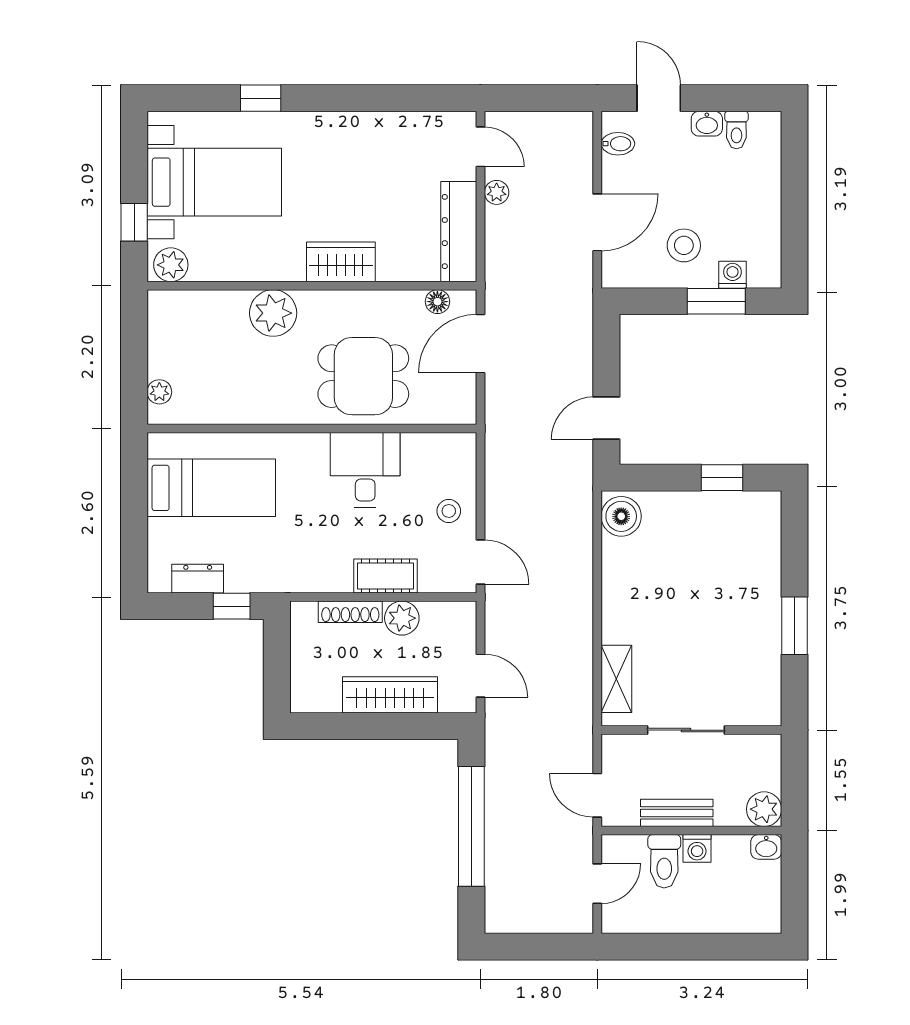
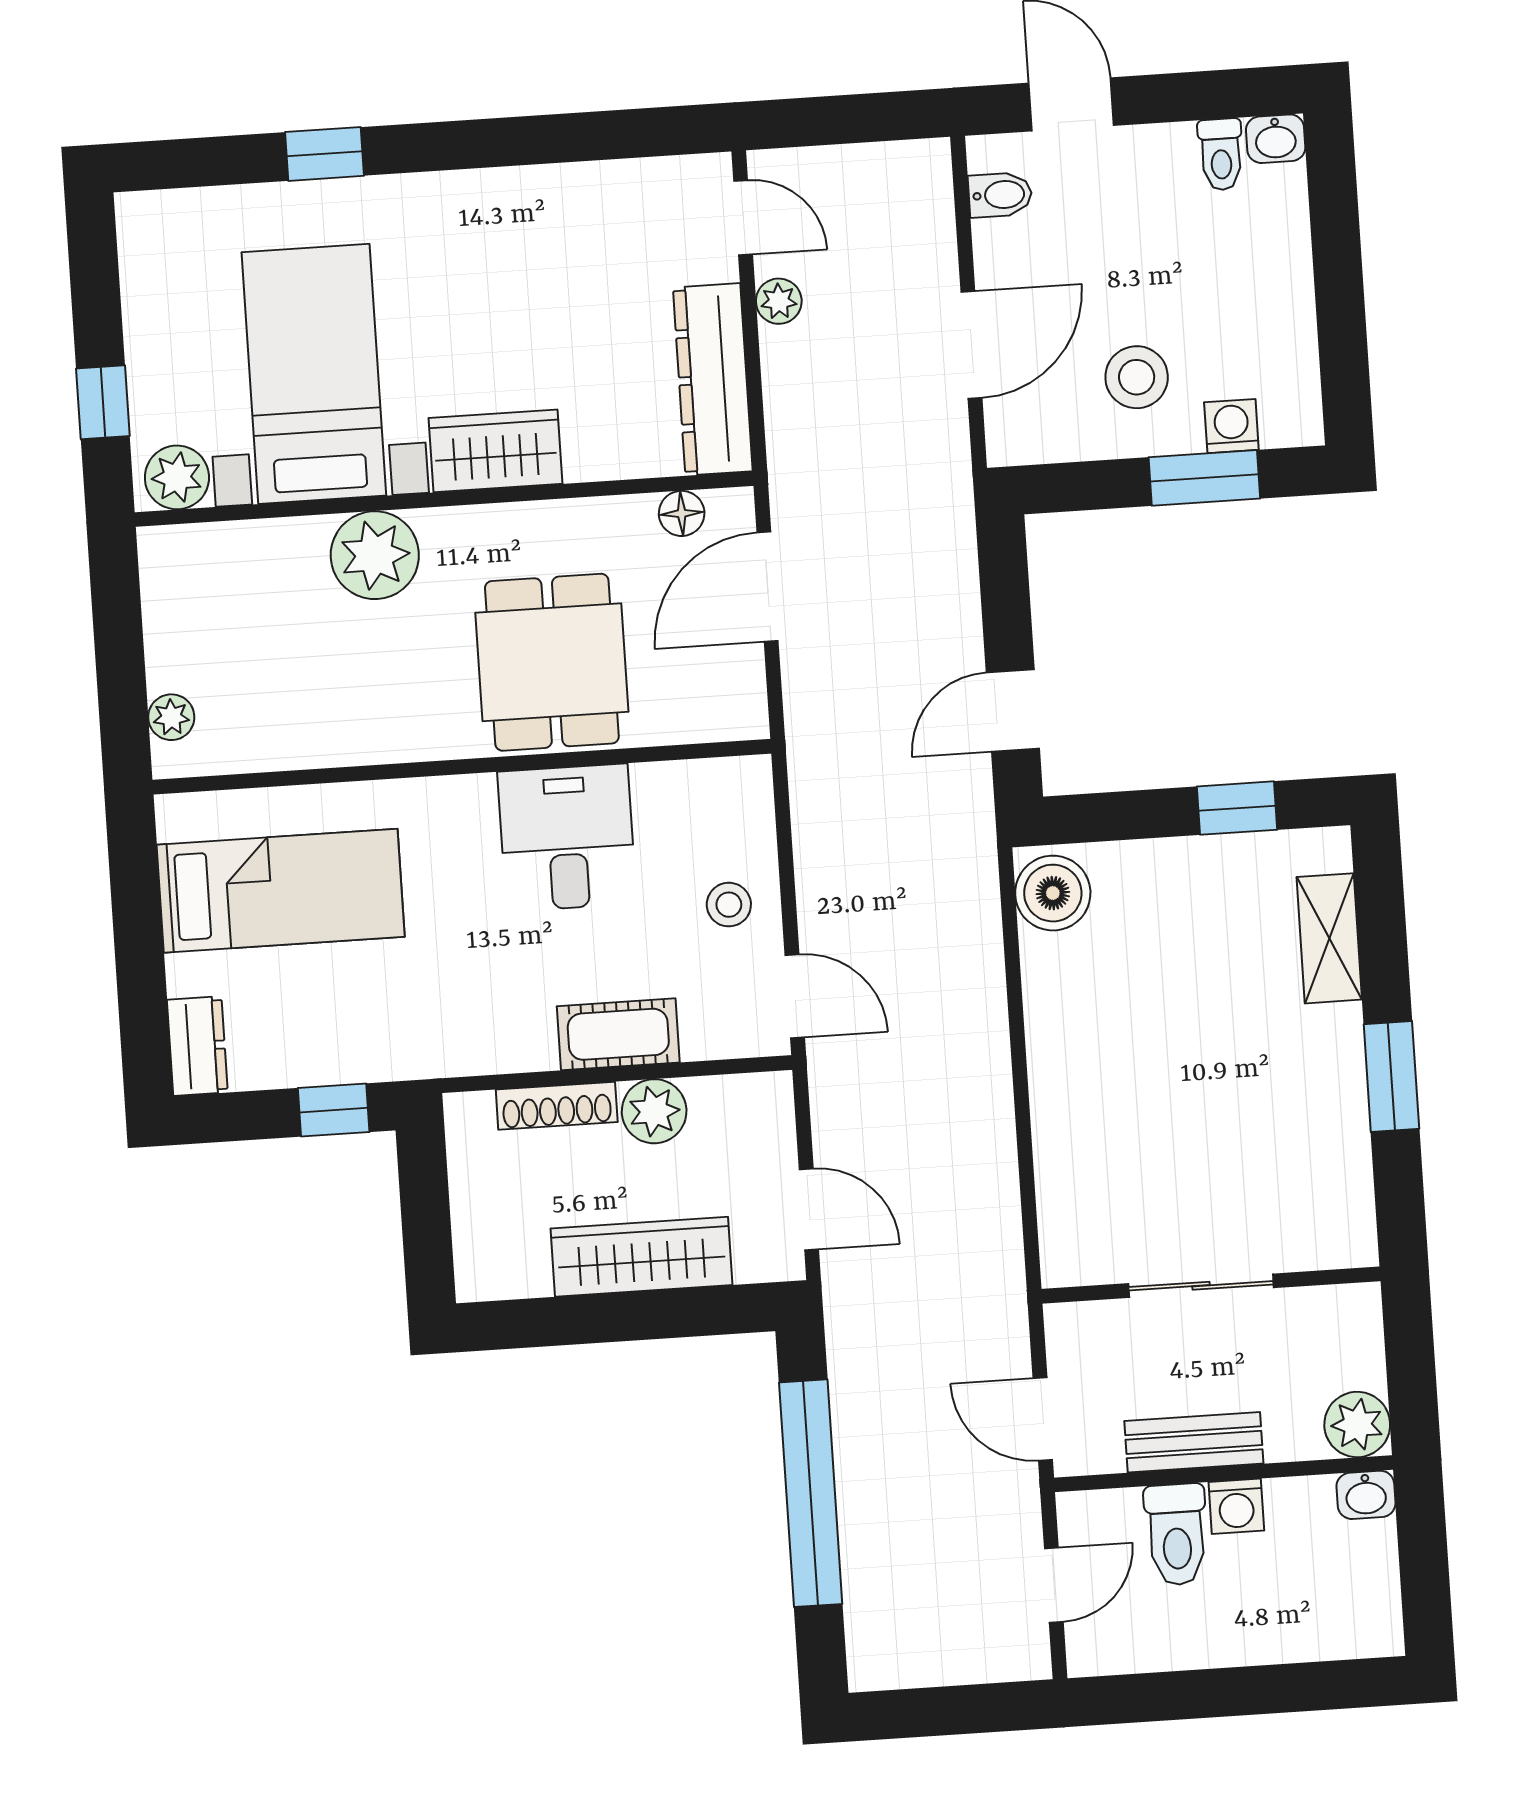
washbasin: (707, 124) -> (1276, 139), moved
bed with nightstands: (214, 182) -> (314, 374), moved, turned -90
dining table: (363, 376) -> (552, 662), turned 90
dresser: (198, 579) -> (197, 1046), moved, turned 90
shelving: (616, 679) -> (1329, 938), moved

